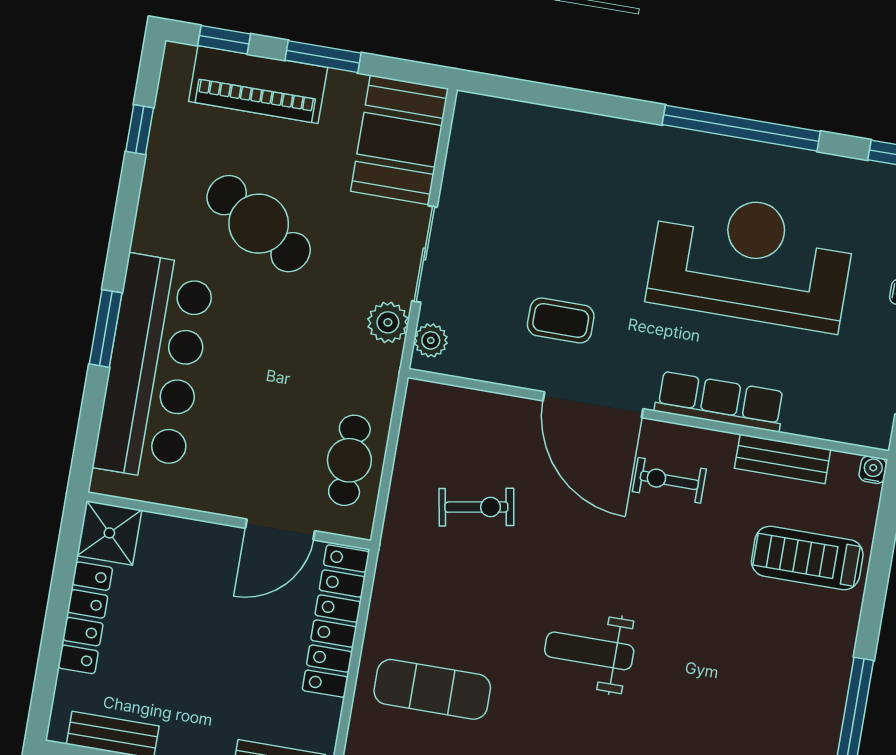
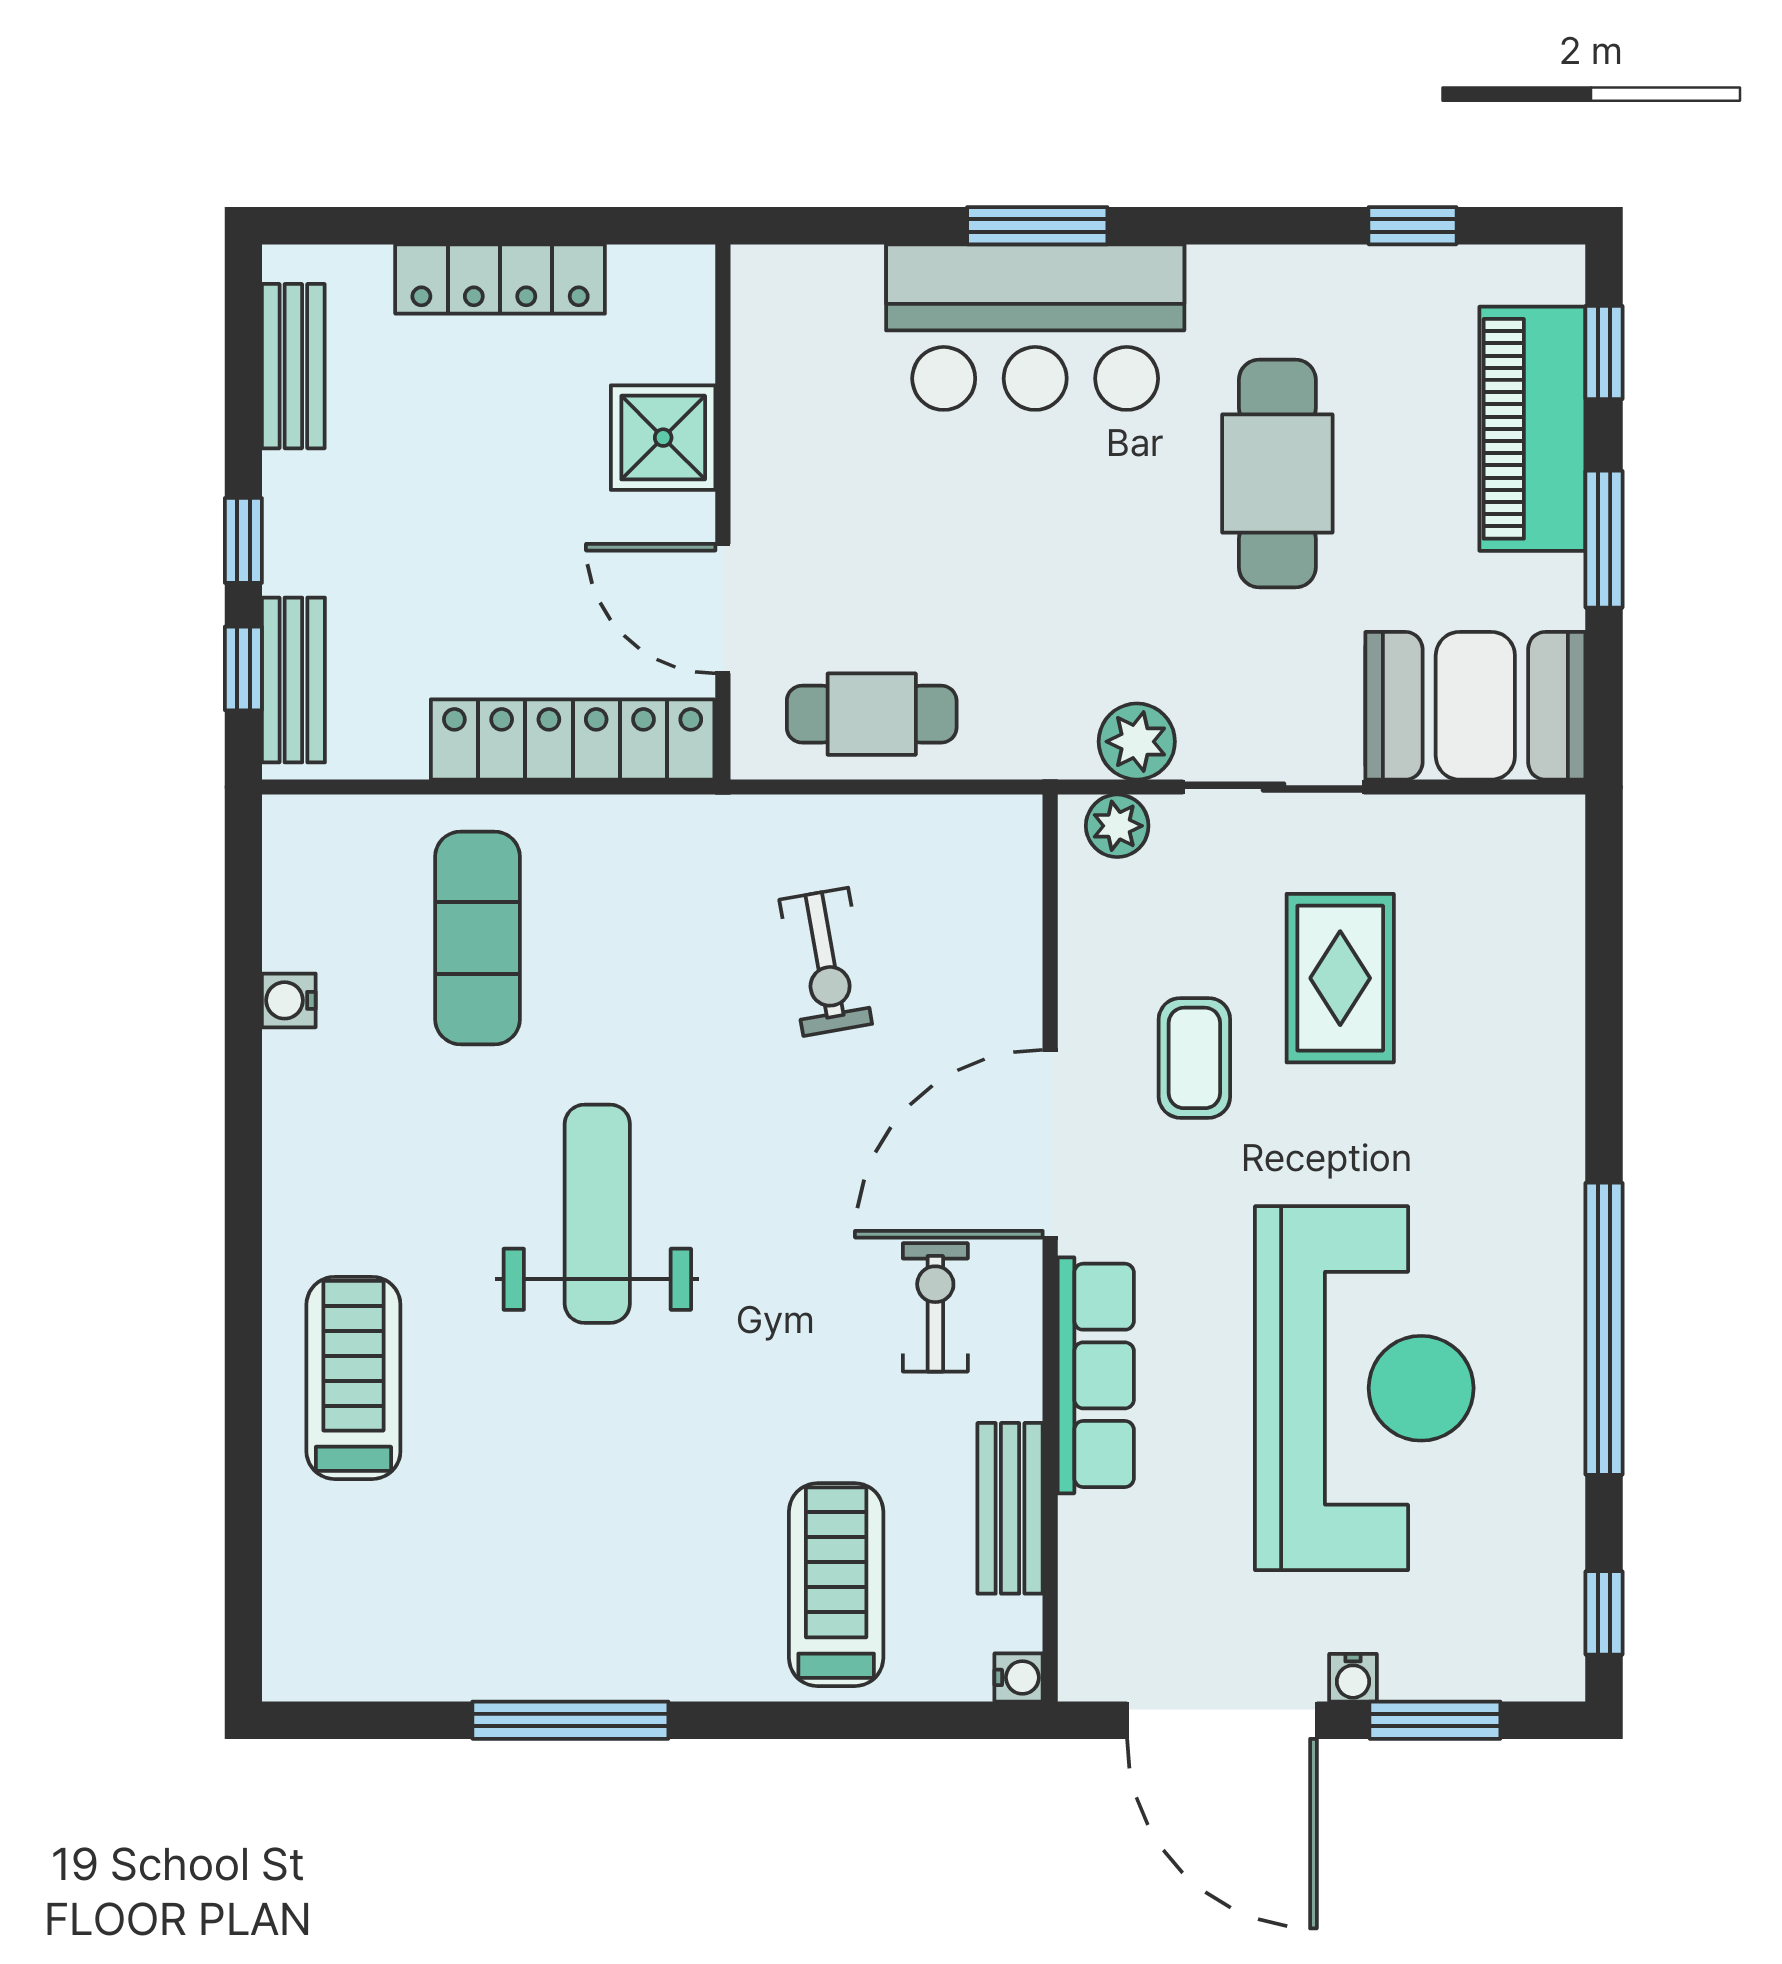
cafe table: (259, 224) -> (1277, 473), turned -32
rug: (532, 236) -> (1340, 978), added
bar counter: (154, 367) -> (1035, 327), width x0.73
shower: (109, 533) -> (663, 438), moved
weight bench: (589, 651) -> (597, 1214), width x1.36, depth x1.33

